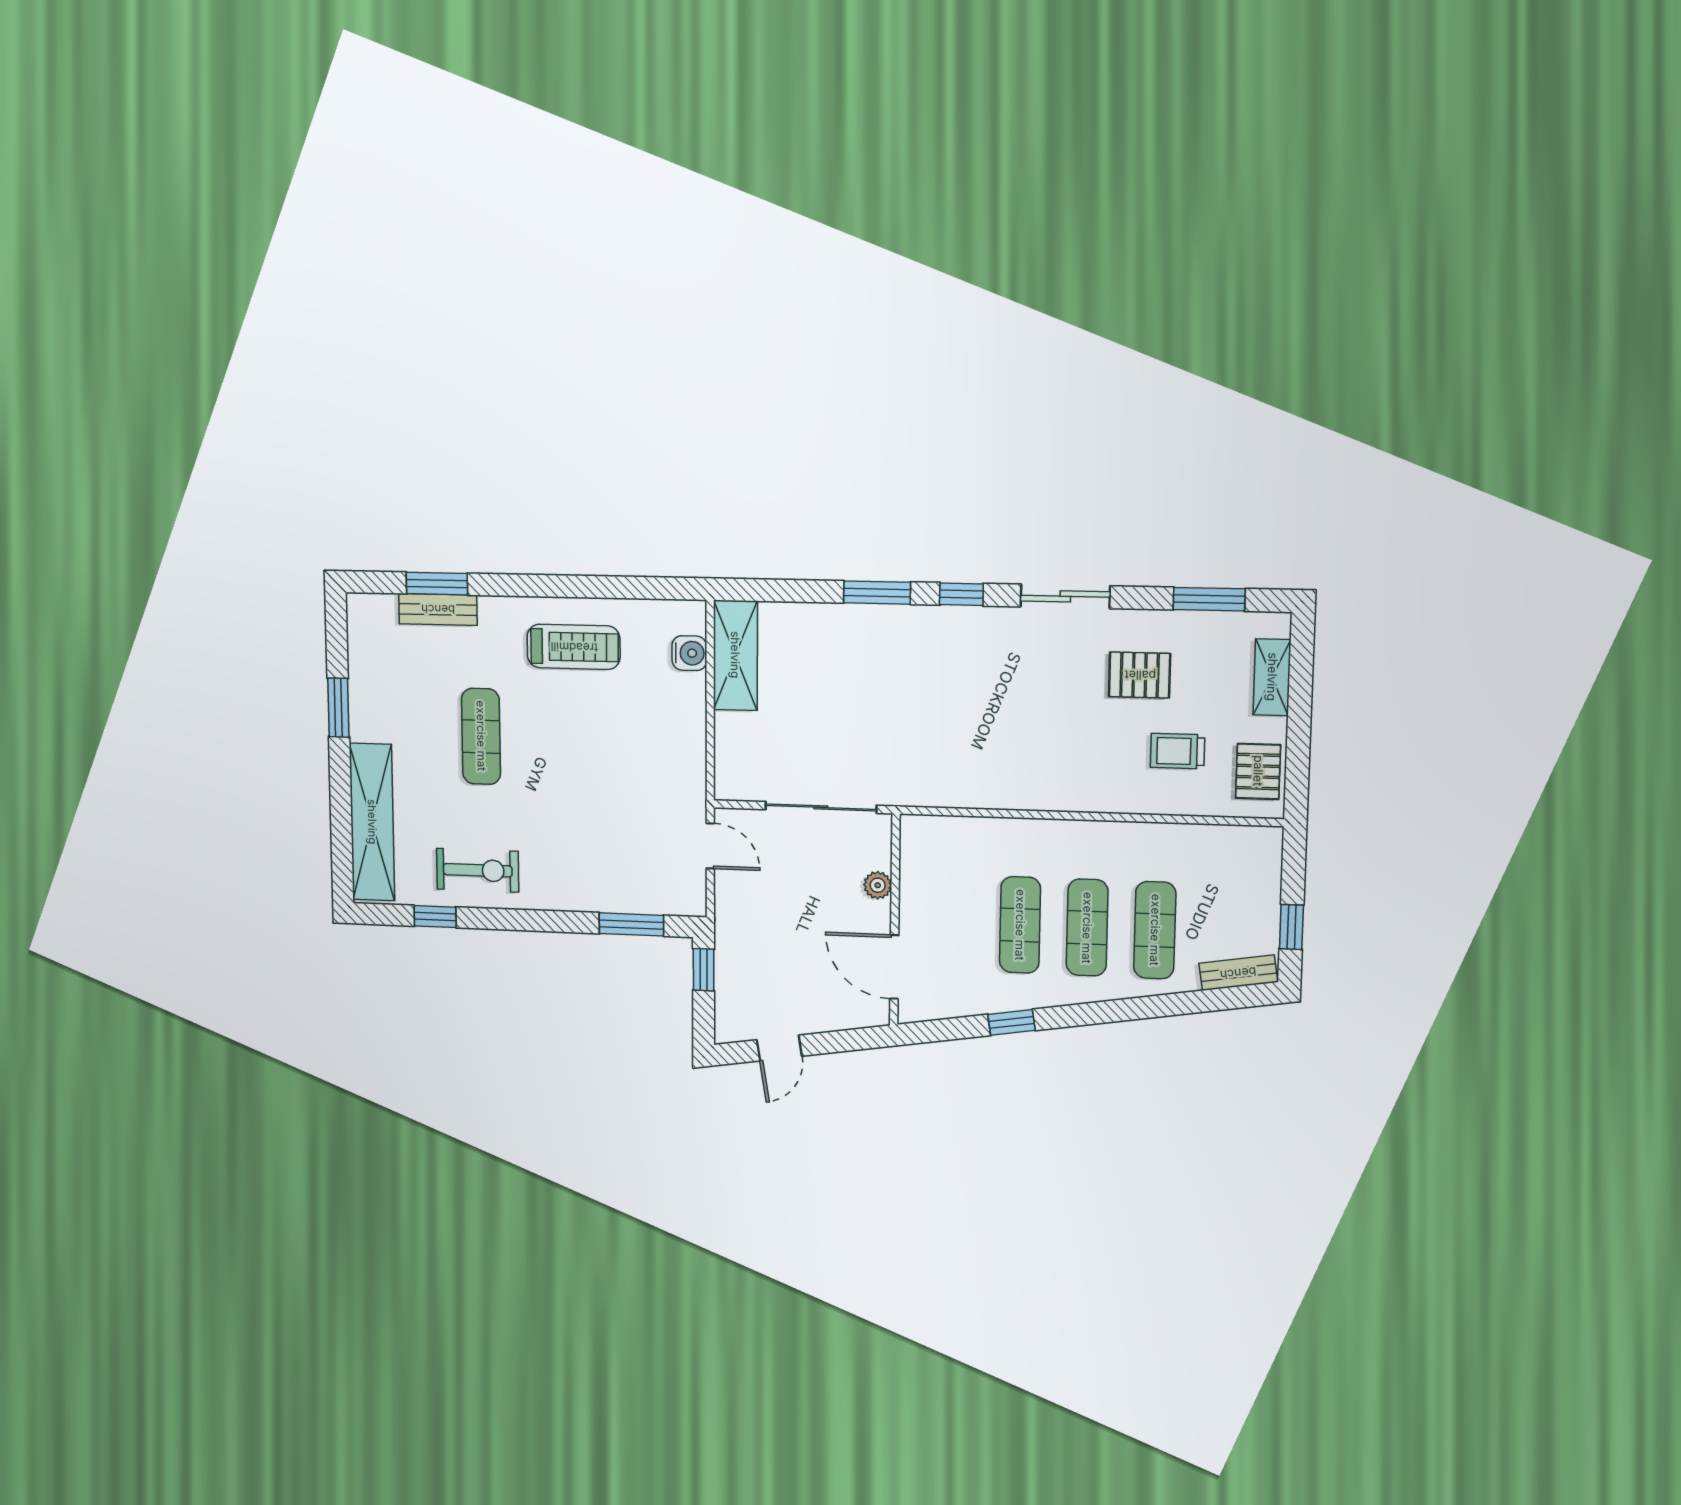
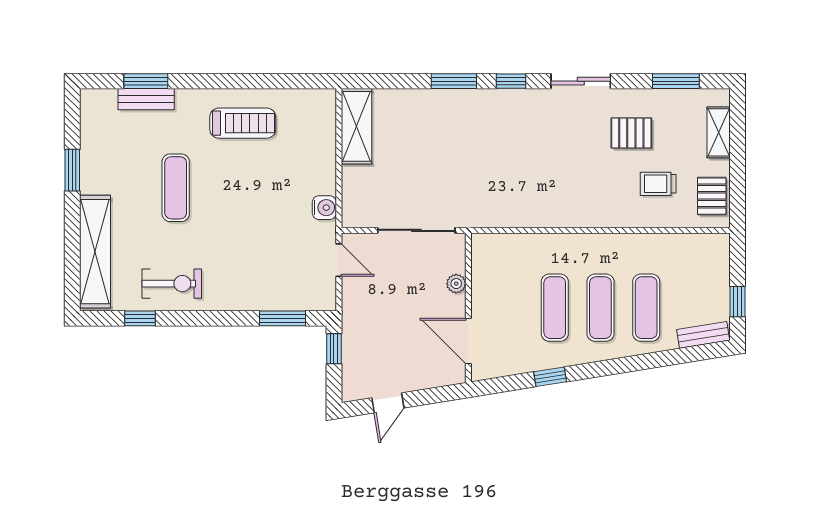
water cooler: (689, 653) -> (324, 208), moved

